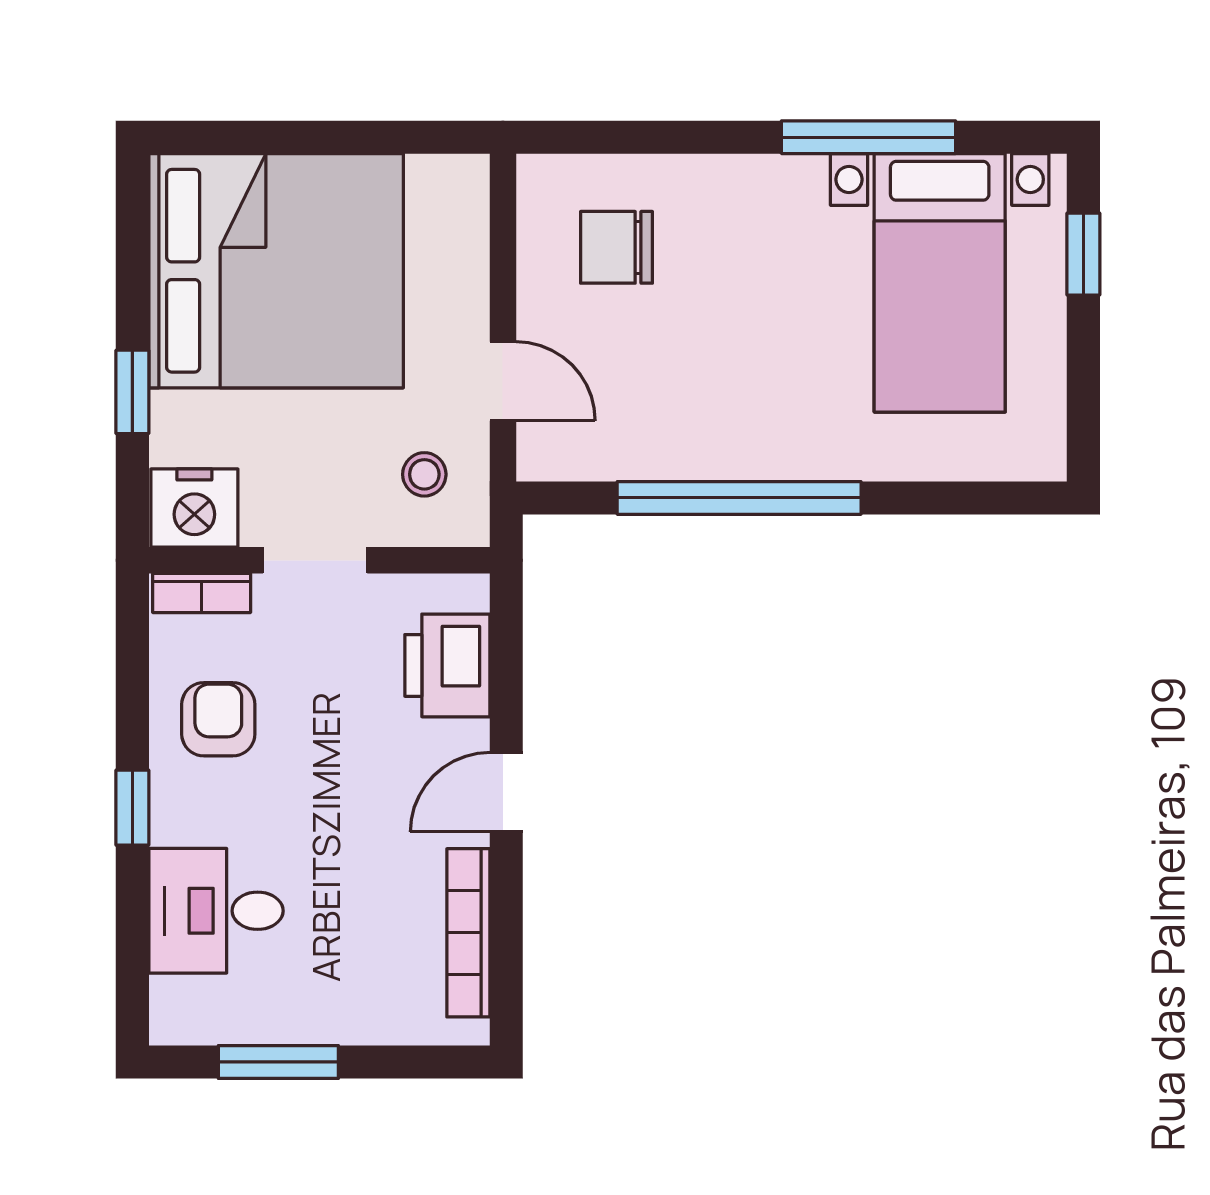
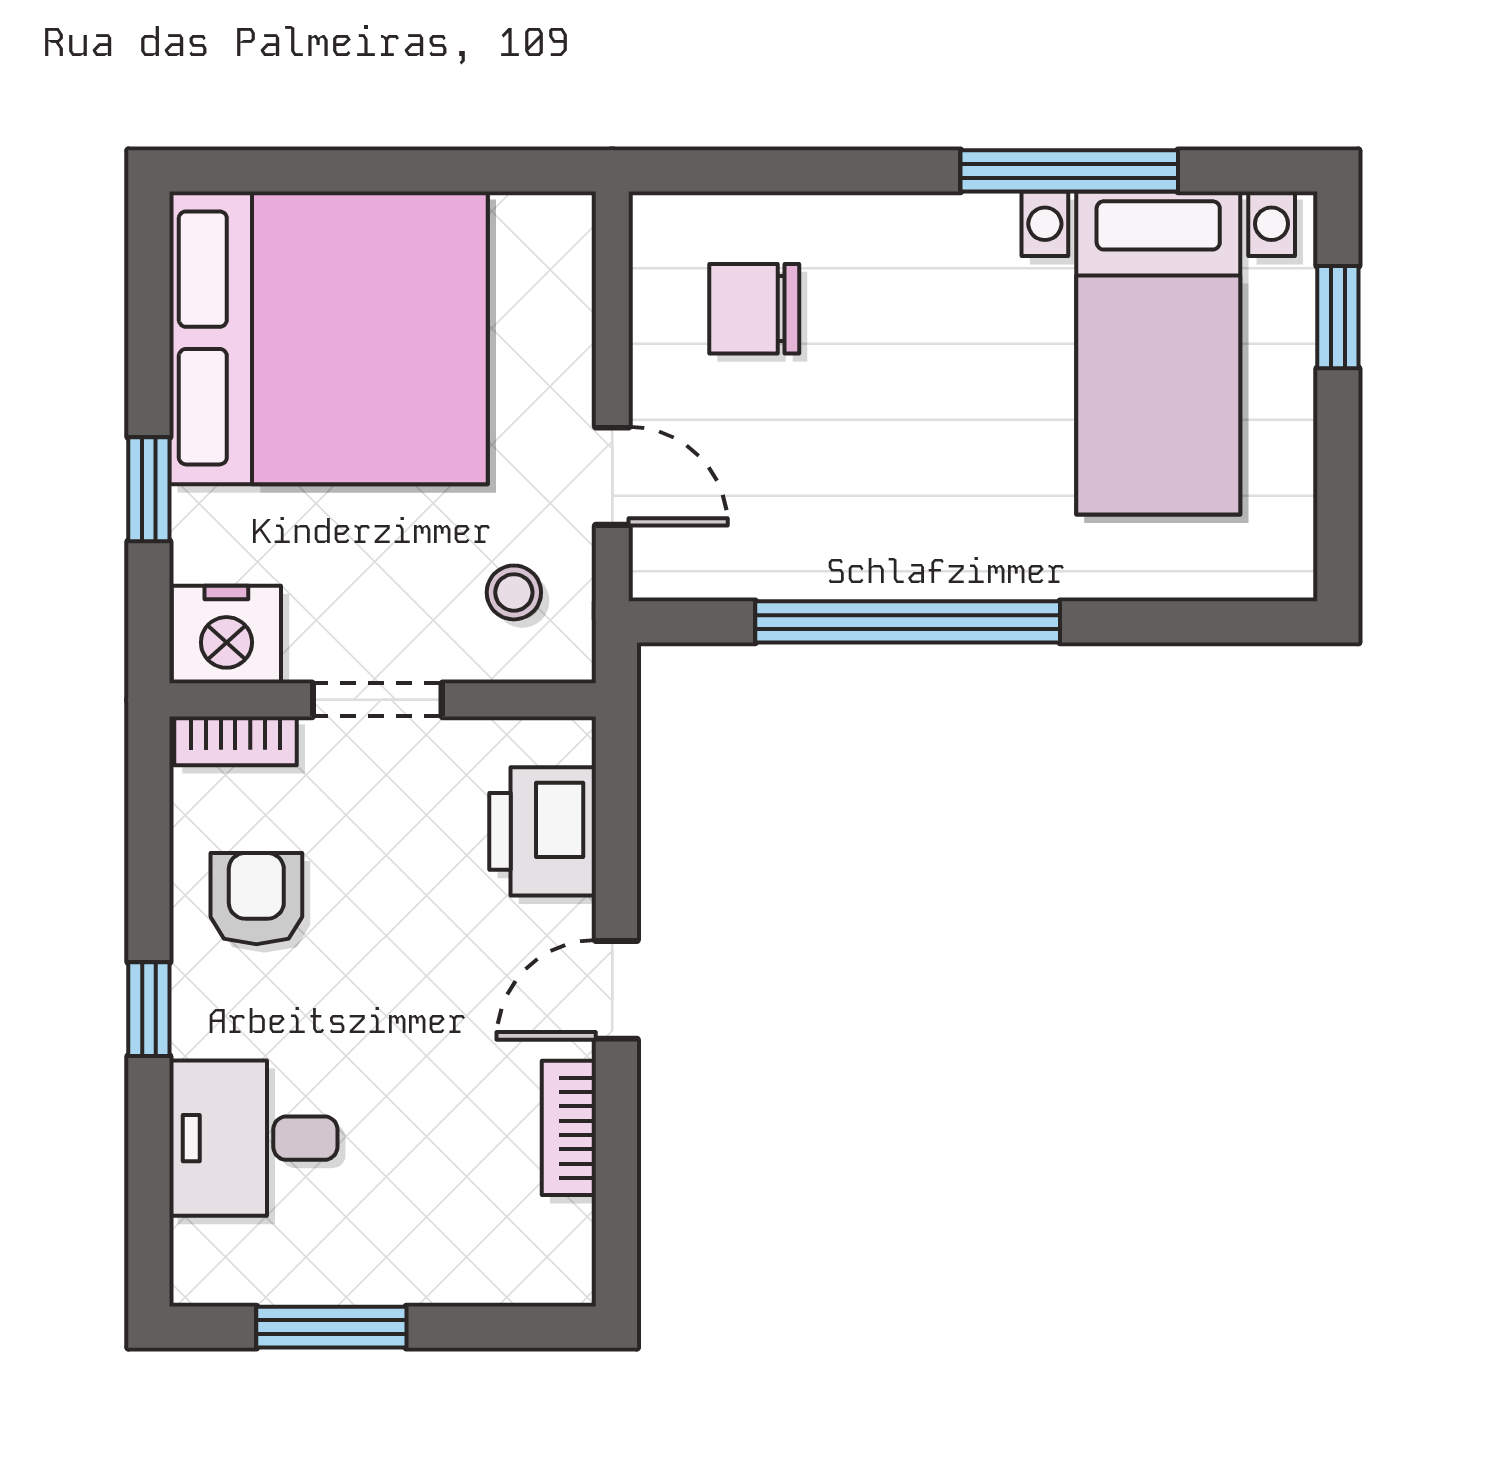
bookcase: (468, 933) -> (569, 1128), width x0.64

